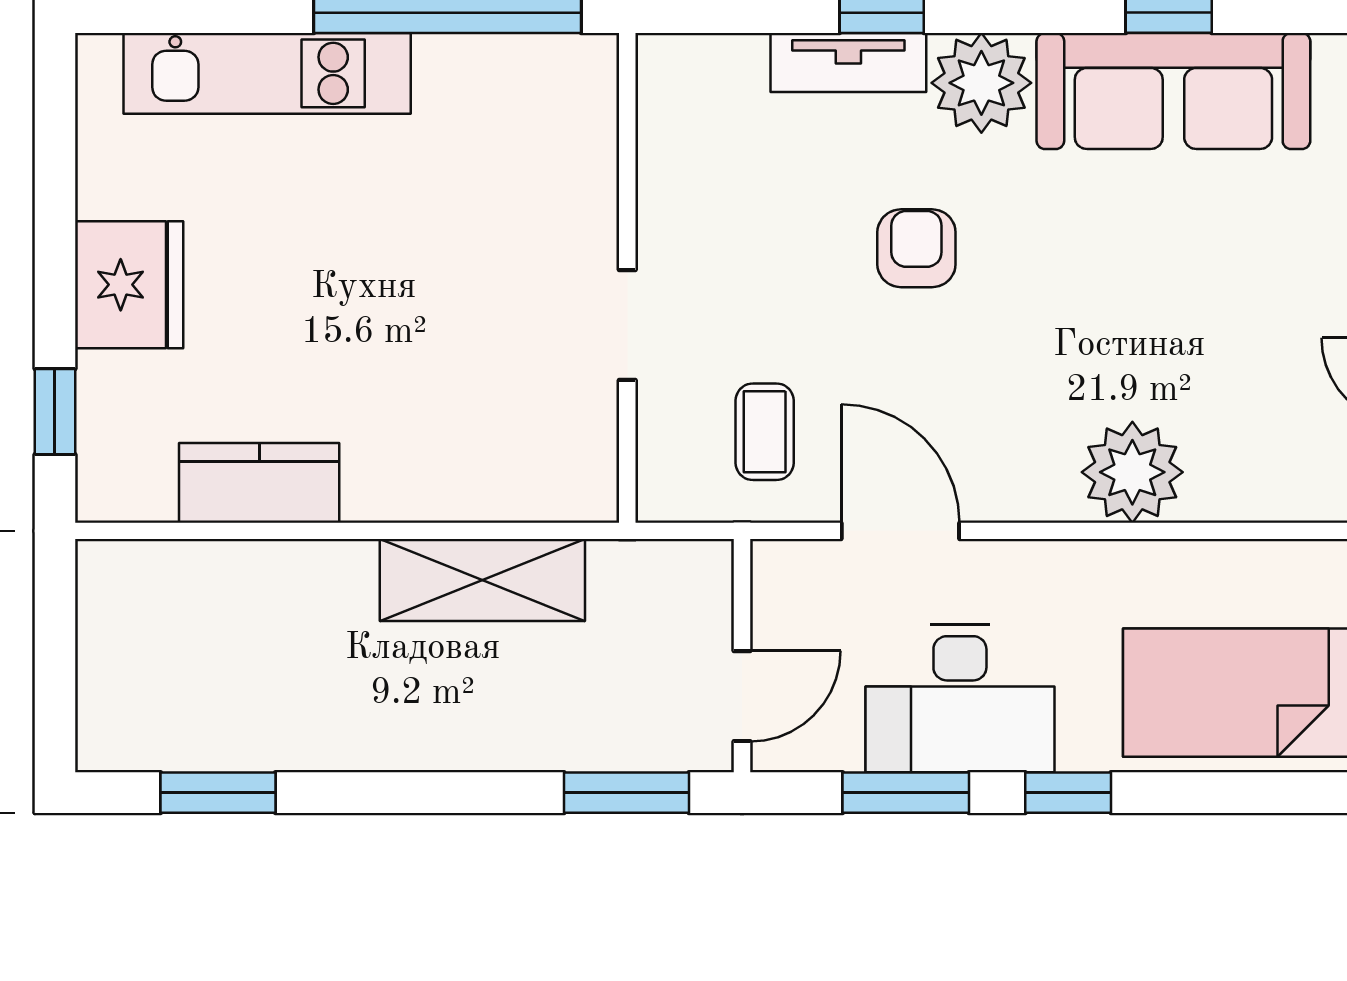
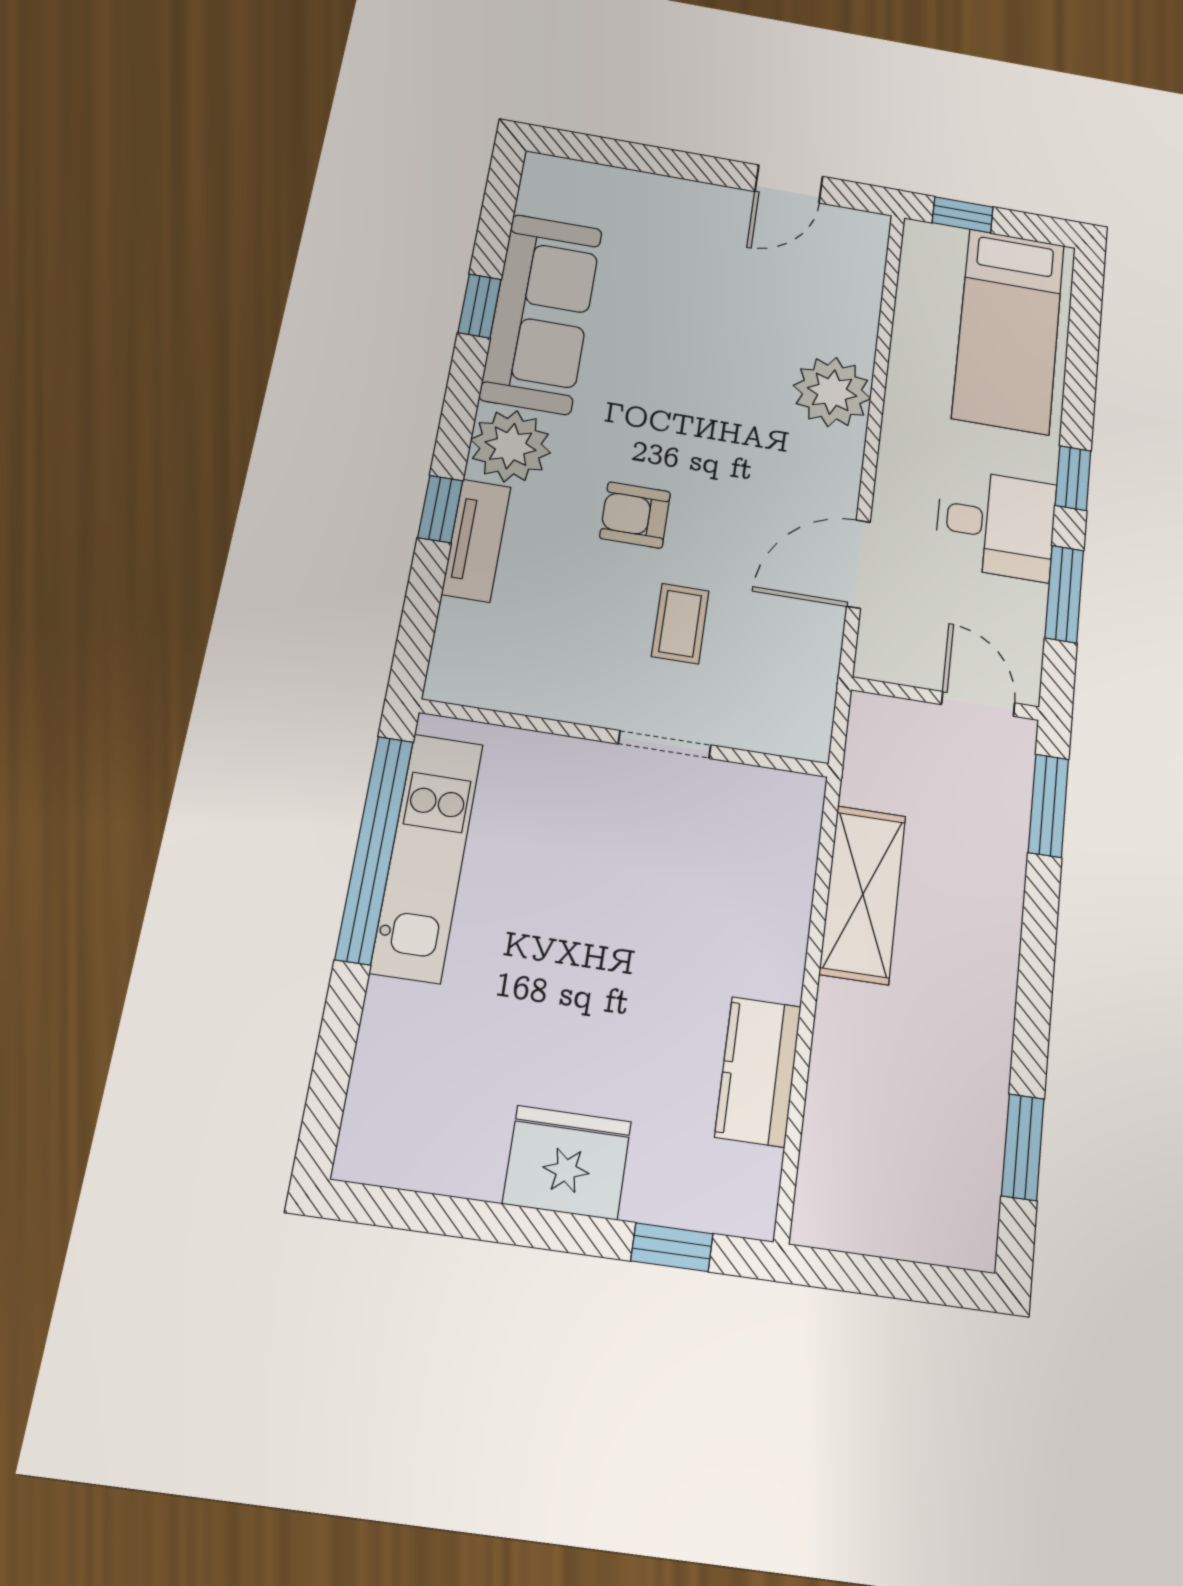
kitchen unit: (267, 73) -> (427, 857), moved
coffee table: (765, 432) -> (680, 624), moved, turned 90
desk: (960, 698) -> (996, 524), width x0.73

